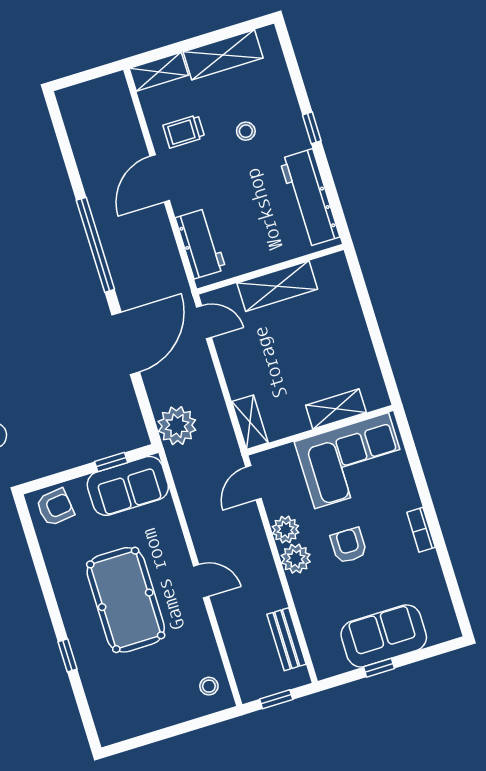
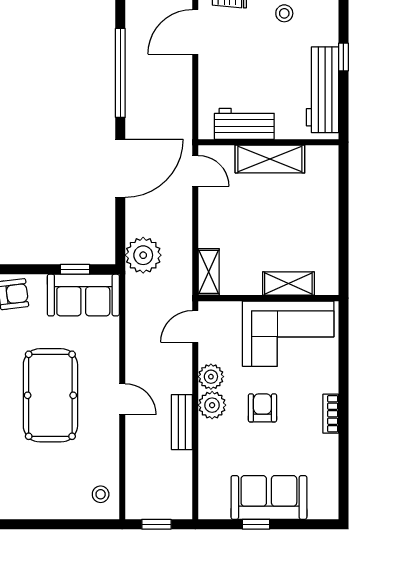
window: (312, 128) -> (343, 57), moved
workbench: (201, 243) -> (244, 124), moved, turned -90
bench: (286, 639) -> (182, 422), moved

